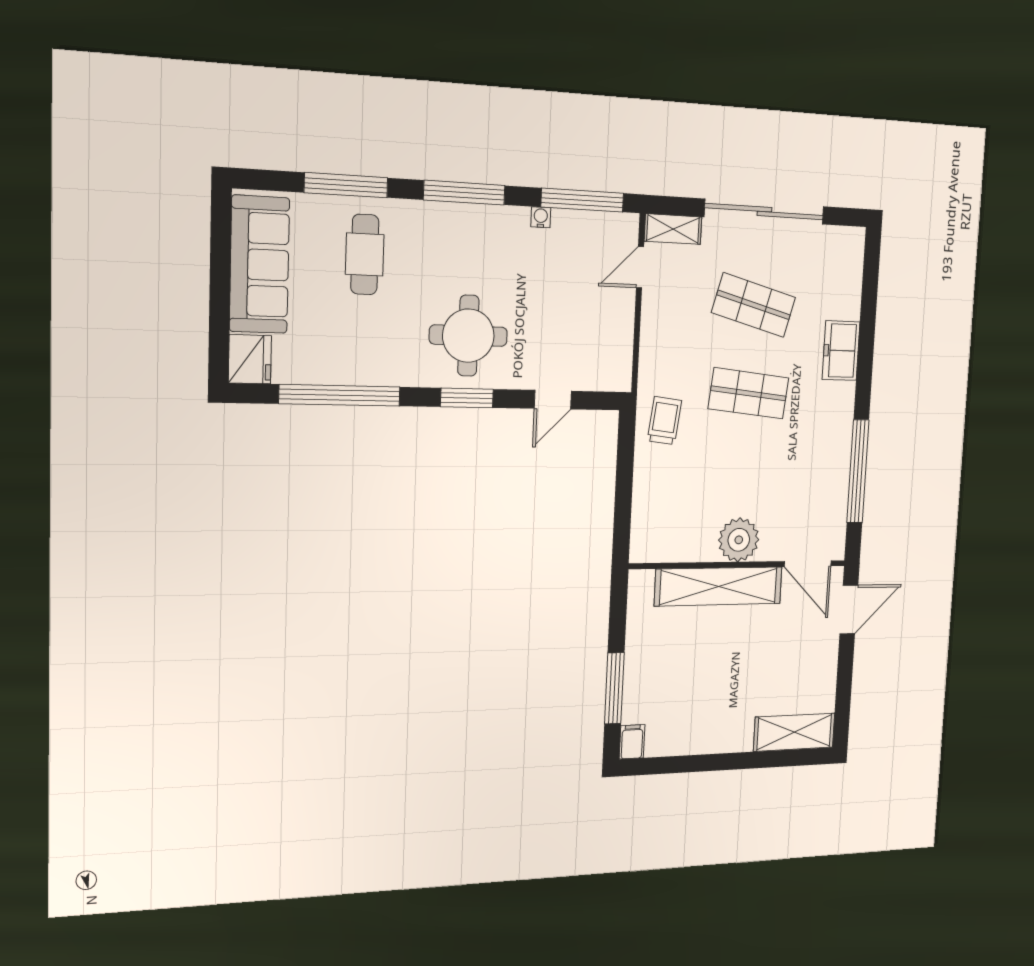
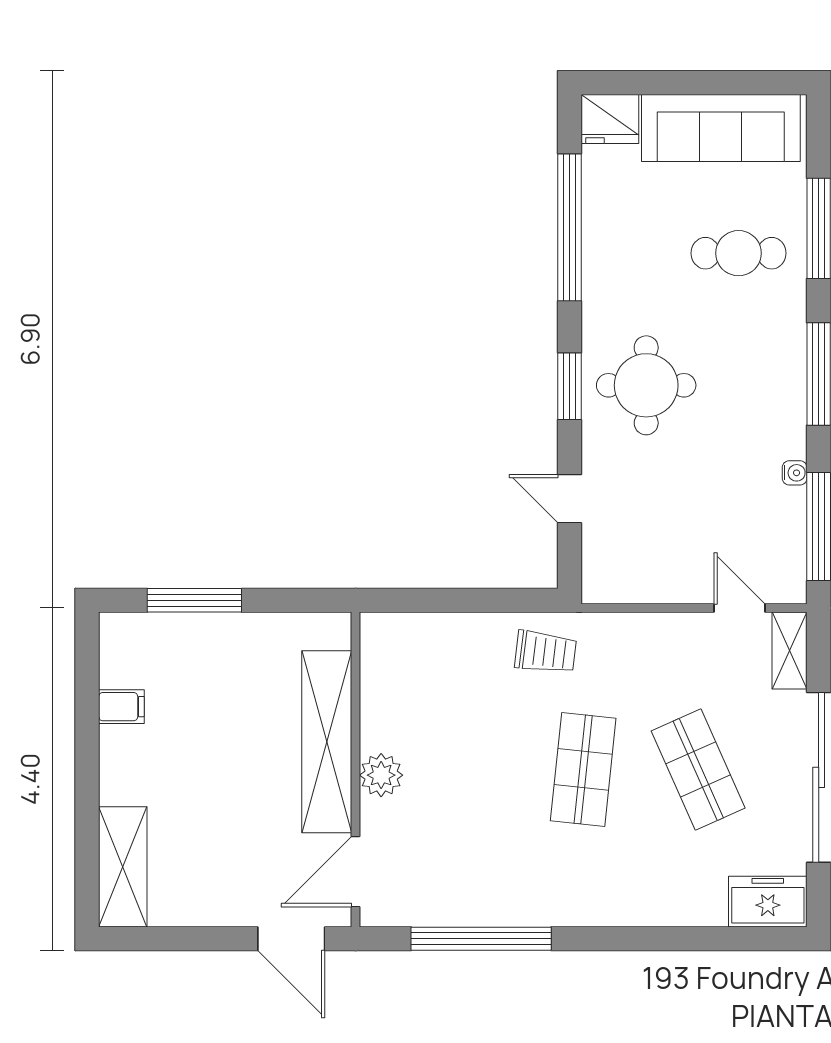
shop shelf: (754, 305) -> (698, 769), turned -39
freezer: (841, 351) -> (768, 902), moved
plant: (739, 540) -> (381, 775), width x0.73, depth x0.73
filing cabinet: (632, 742) -> (121, 707), moved

